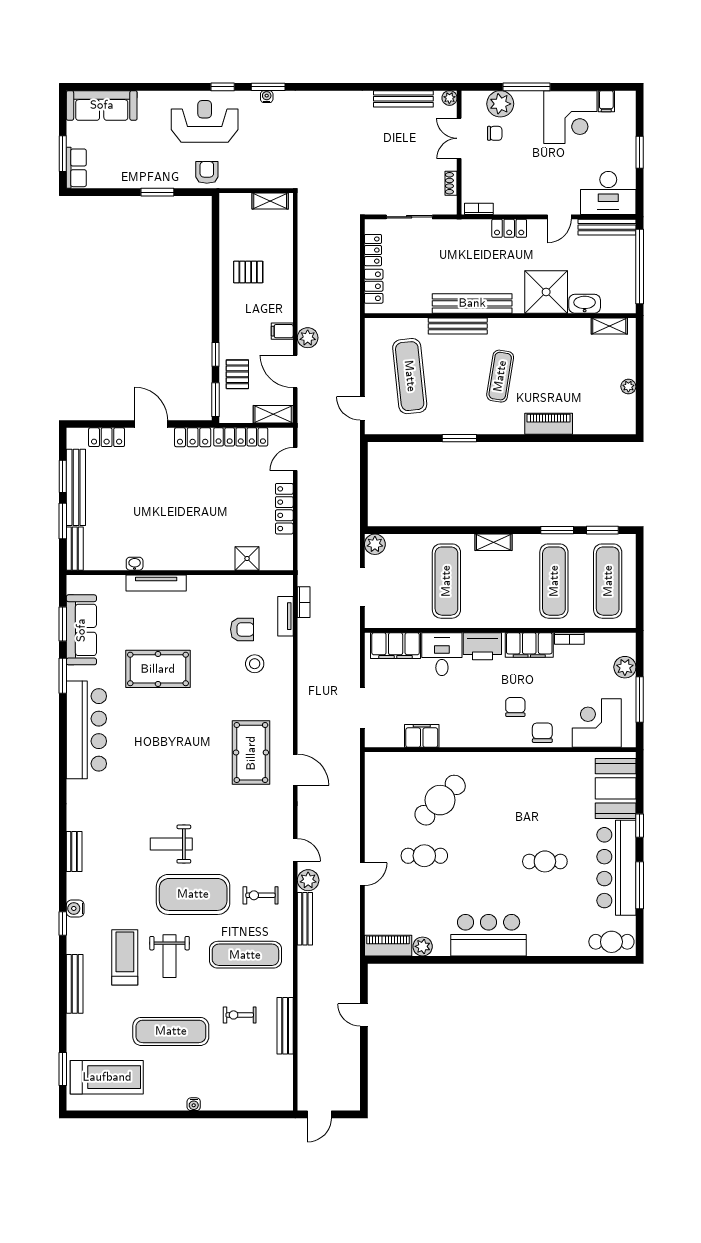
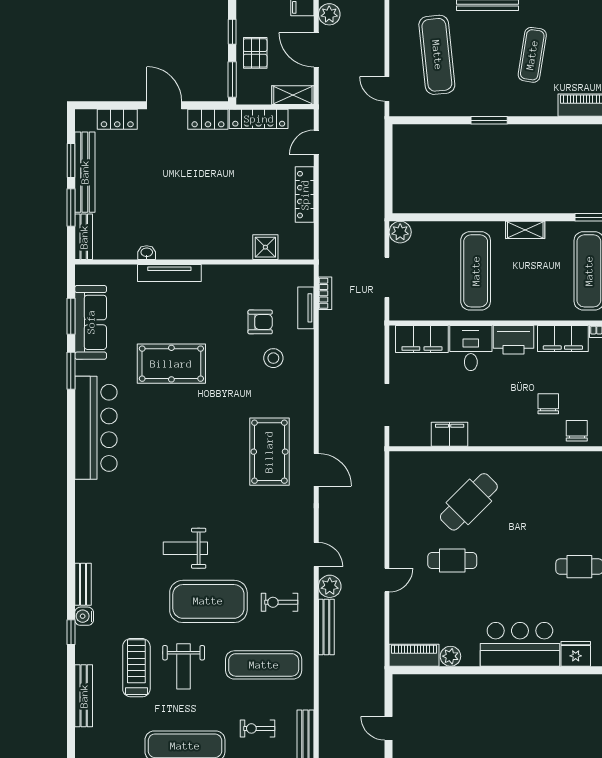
bench: (74, 851) -> (83, 584), moved
fridge: (541, 944) -> (576, 654), added

